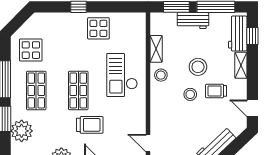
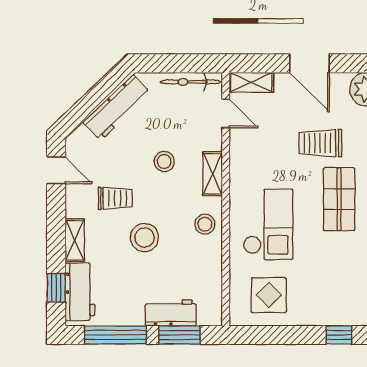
workbench: (193, 21) -> (171, 313), moved
display table: (98, 28) -> (269, 295), moved
shelving: (156, 49) -> (213, 174), moved
stool: (190, 94) -> (164, 161), moved

